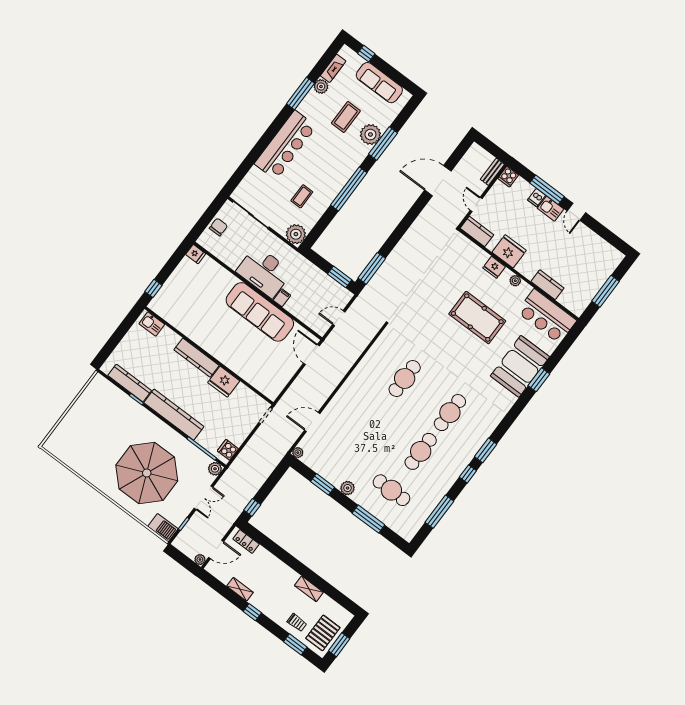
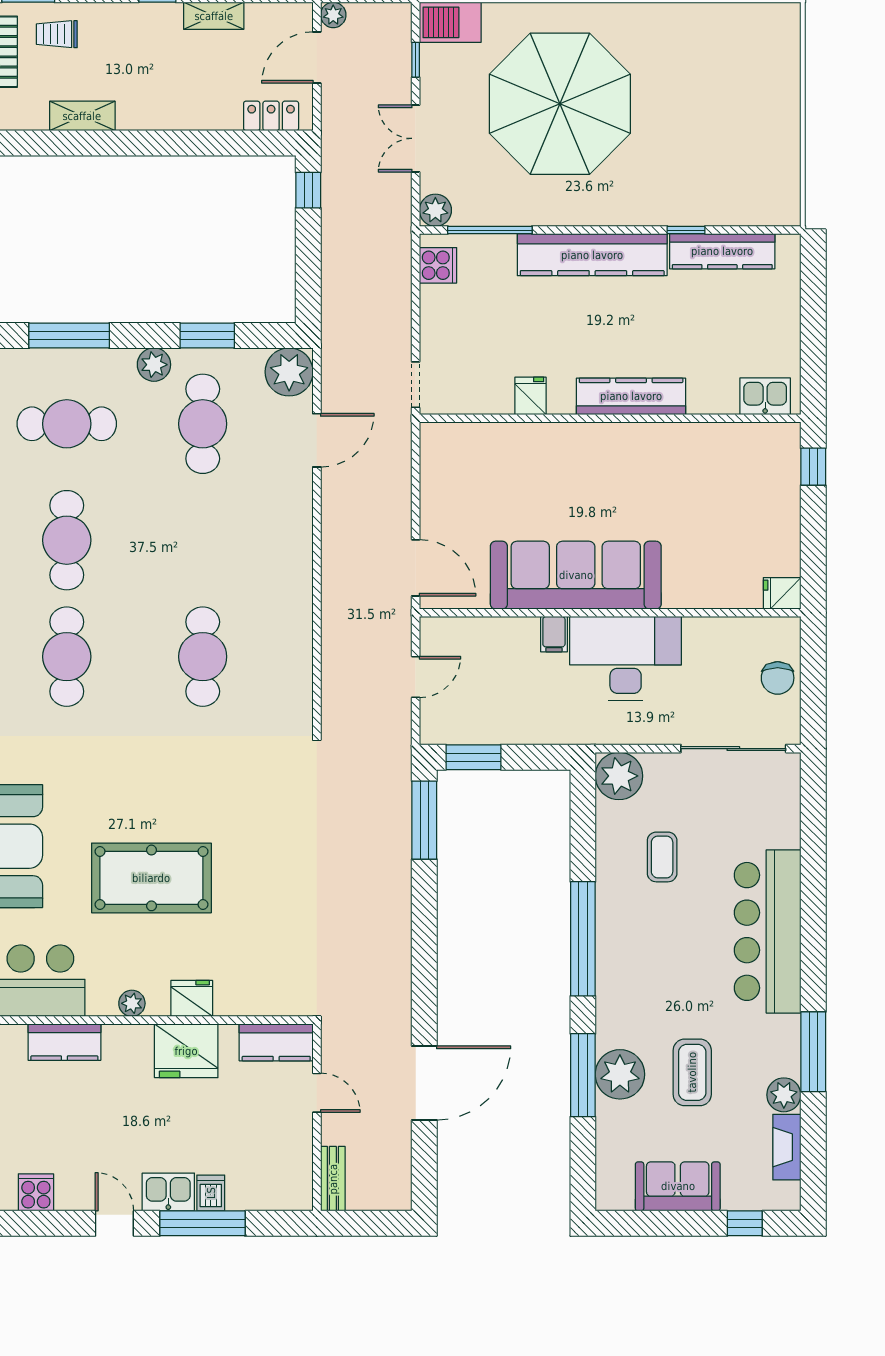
sofa: (379, 83) -> (678, 1186), width x0.73
cooker: (508, 177) -> (36, 1192), moved
fridge: (224, 382) -> (530, 396), width x0.53, depth x0.75
plant: (298, 453) -> (289, 372), width x1.88, depth x1.88
cafe table: (346, 456) -> (203, 424), added

